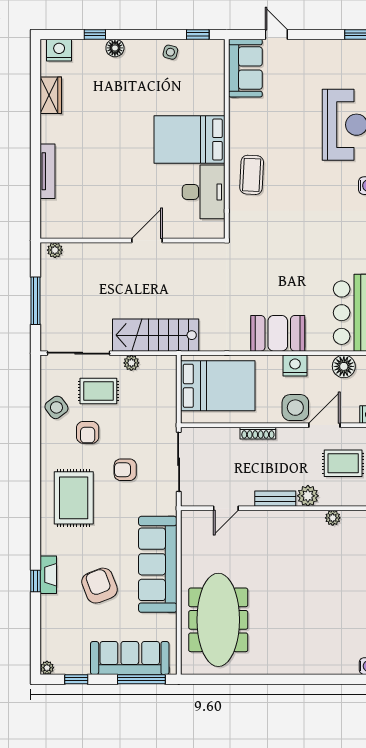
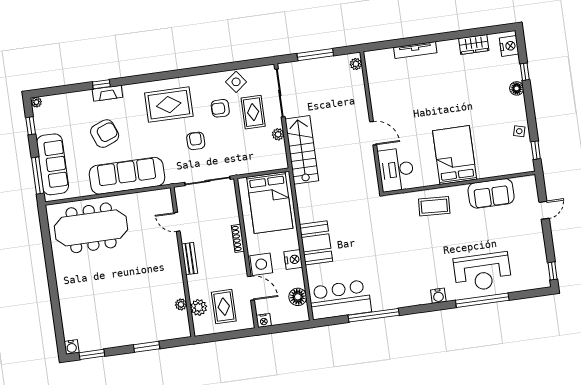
sofa: (245, 68) -> (491, 193), moved
desk: (204, 192) -> (396, 170), moved, turned 90
plant: (308, 496) -> (199, 307), moved

